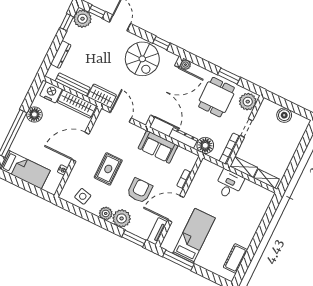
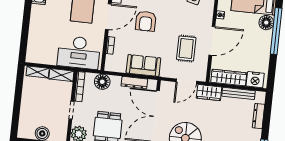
floor lamp: (34, 114) -> (266, 23), moved
door: (121, 115) -> (186, 81), hinge flipped
dresser: (183, 138) -> (134, 83), moved
rug: (108, 169) -> (186, 48), moved
desk: (229, 184) -> (79, 52), width x1.87, depth x1.30

